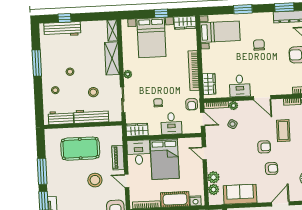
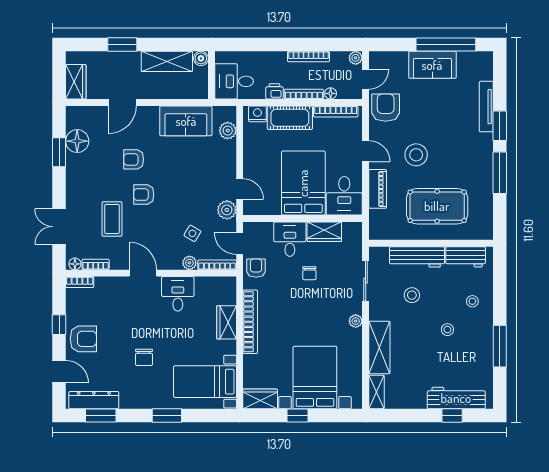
wardrobe: (209, 84) -> (227, 322), moved
wardrobe: (137, 130) -> (324, 232), moved
plant: (214, 177) -> (227, 210), moved

